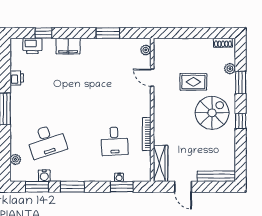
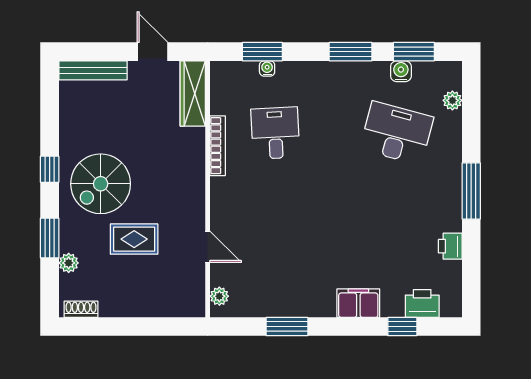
desk: (47, 141) -> (397, 133), turned 33

